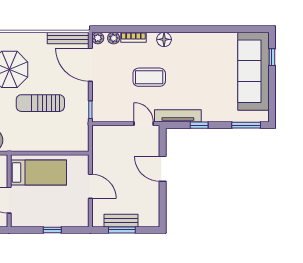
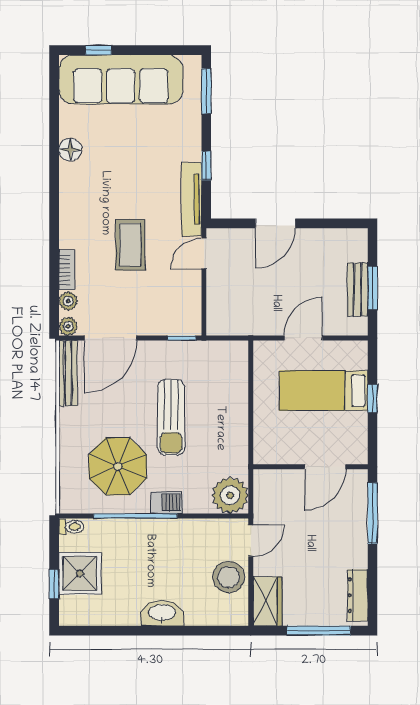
floor lamp: (164, 39) -> (70, 150), moved
bed: (39, 173) -> (323, 391), moved, turned -90

